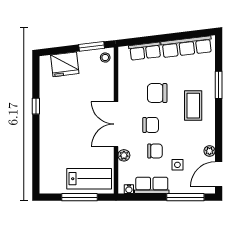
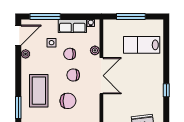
coffee table: (193, 106) -> (39, 91), width x1.36, depth x1.32
lab bench: (89, 179) -> (142, 45), moved

